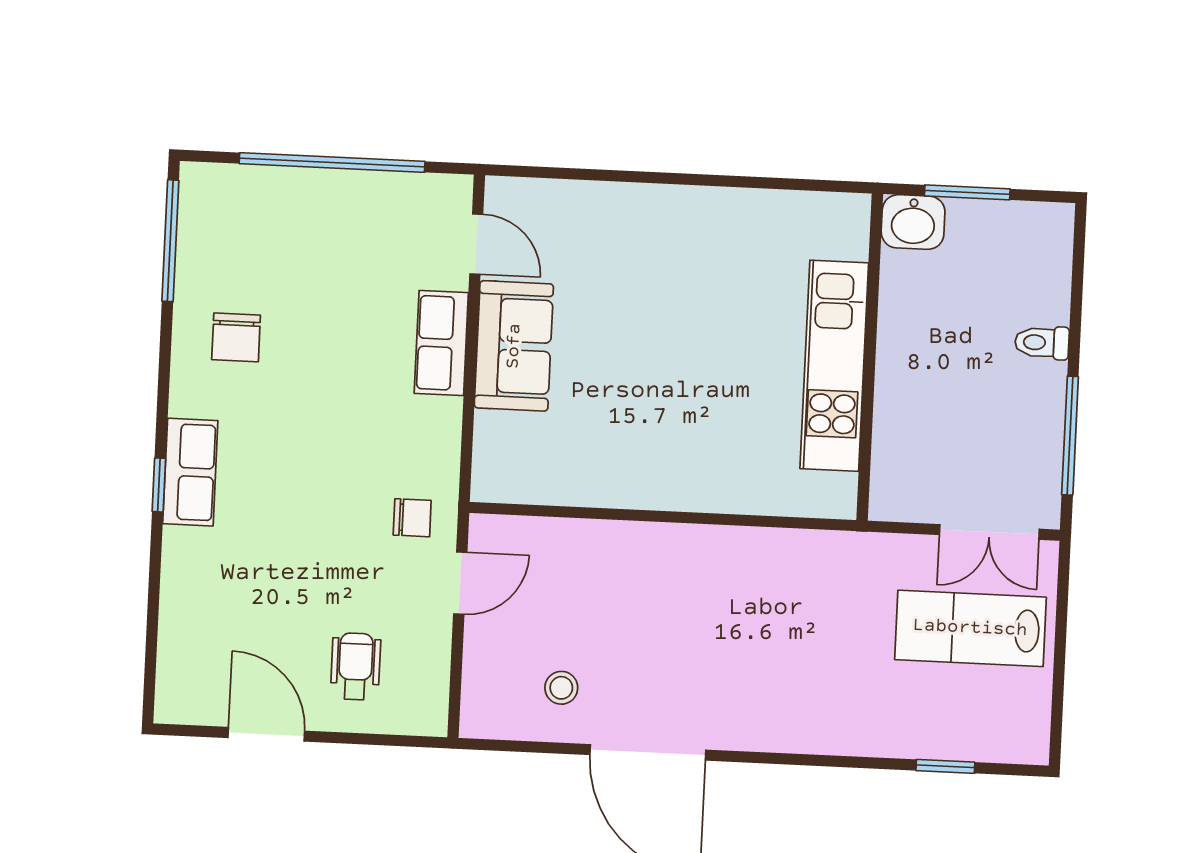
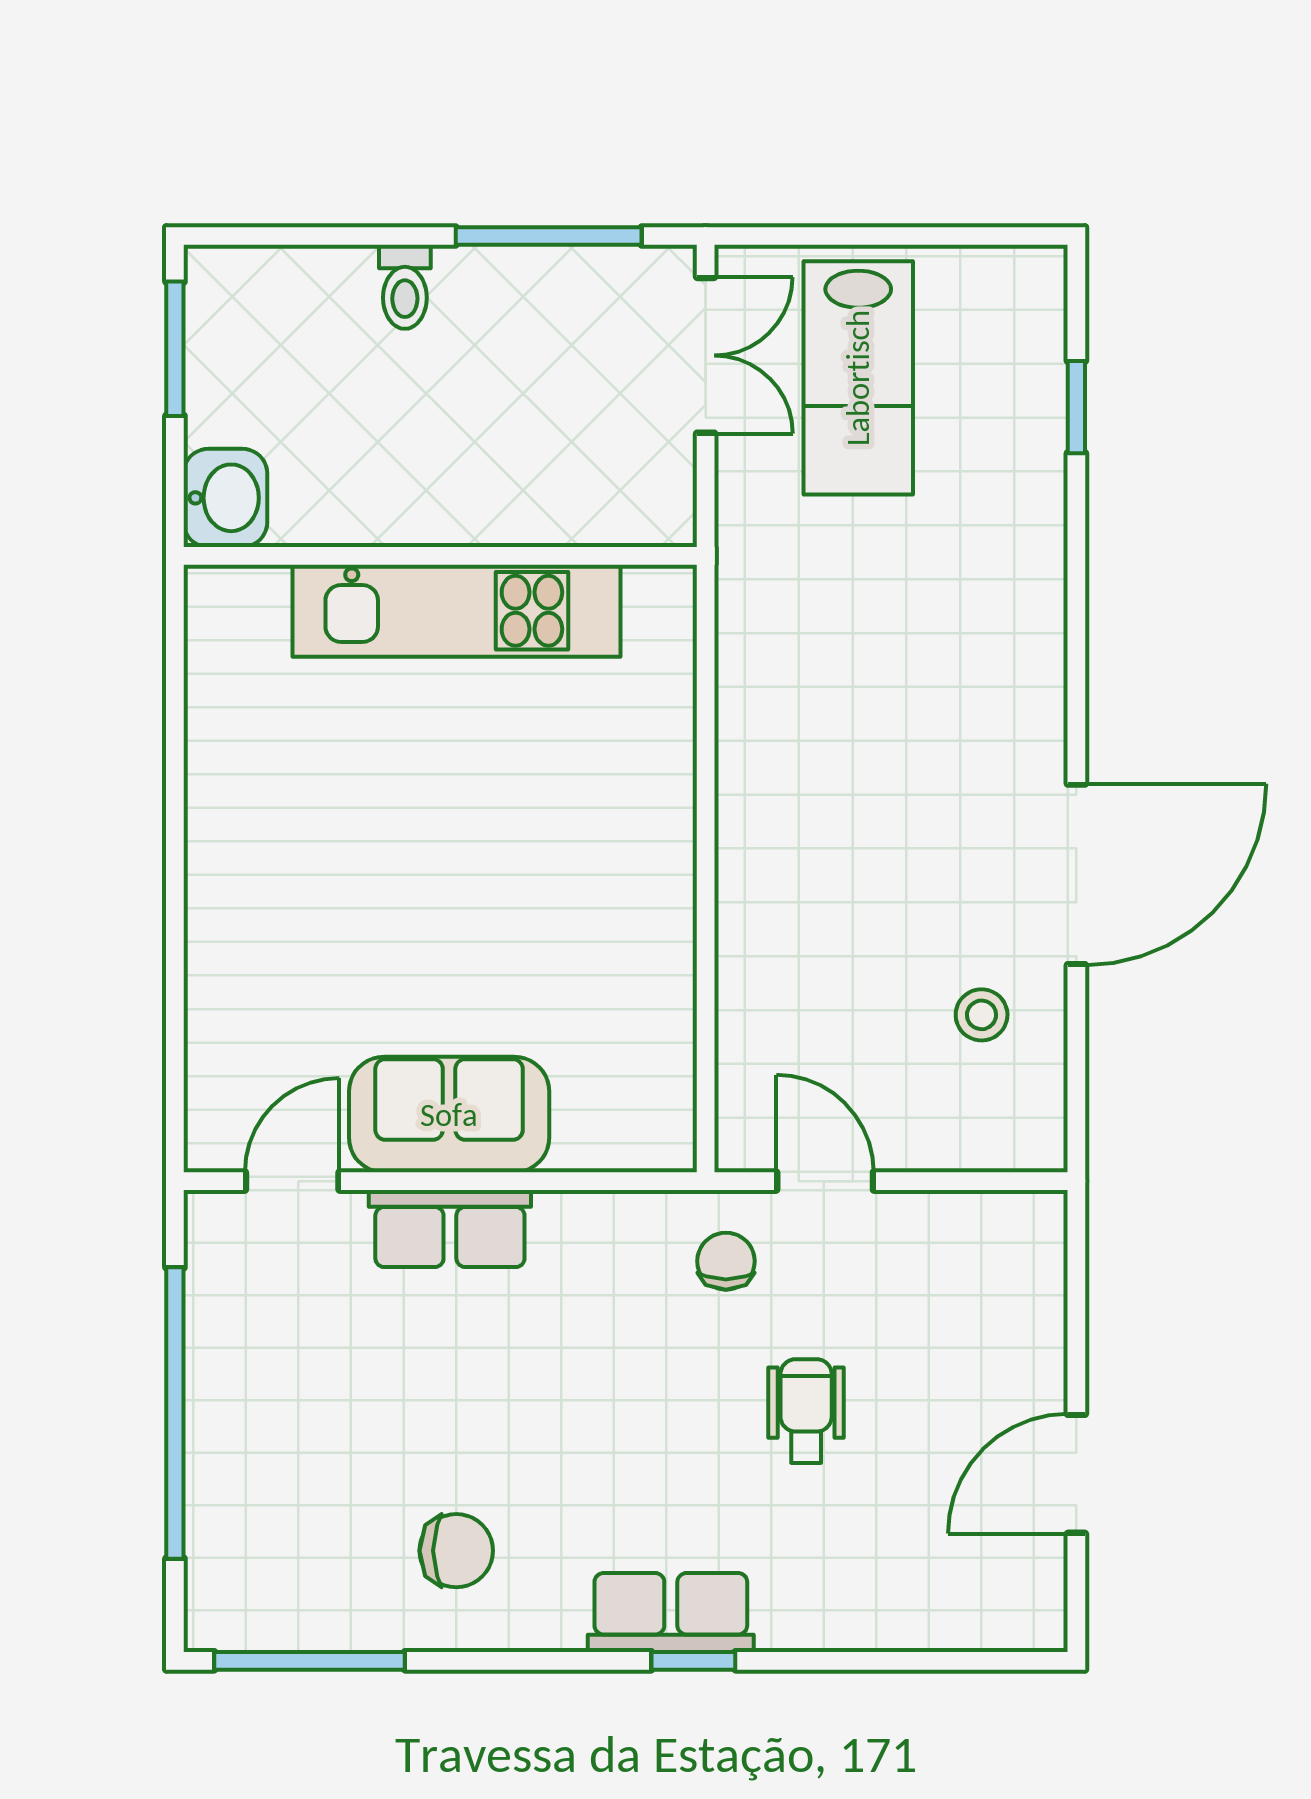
window: (967, 192) -> (175, 349), moved
wheelchair: (356, 666) -> (806, 1411), moved, turned 90

